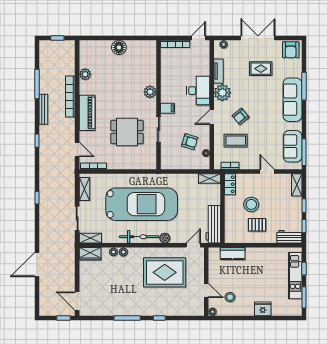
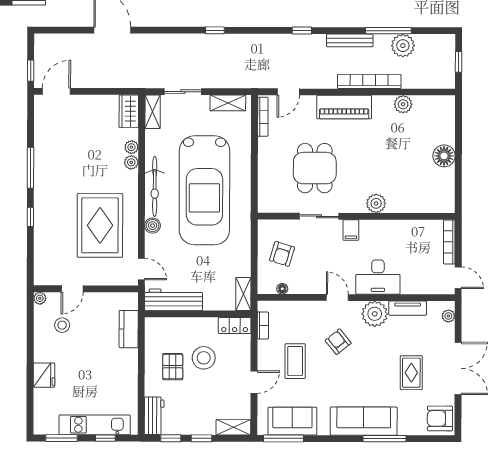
plant: (47, 74) -> (403, 46), added
coffee table: (236, 141) -> (295, 361), moved
armchair: (190, 142) -> (282, 254), moved

